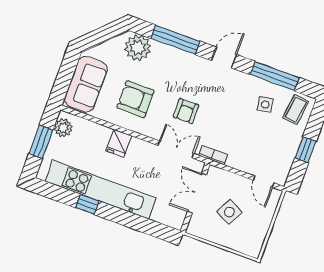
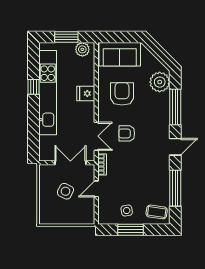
door: (224, 58) -> (175, 147), hinge flipped
side table: (265, 104) -> (127, 211), moved
window: (306, 150) -> (130, 230), width x1.50
door: (263, 182) -> (96, 189), moved

